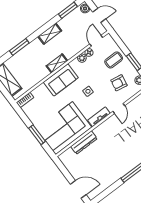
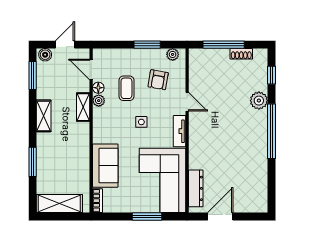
coffee table: (114, 60) -> (126, 88), moved
shelving: (57, 63) -> (83, 107), moved
sofa: (61, 80) -> (105, 166), moved
dresser: (84, 142) -> (196, 188), moved
door: (78, 189) -> (220, 217), moved

